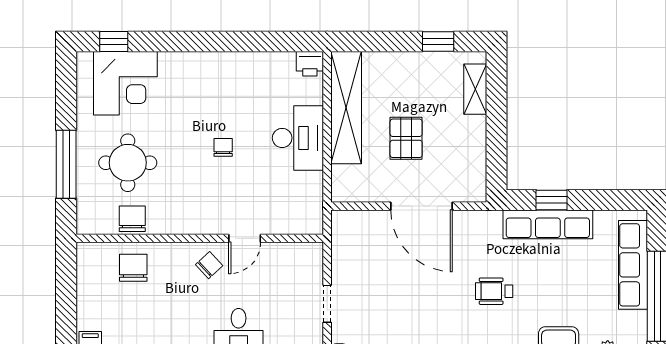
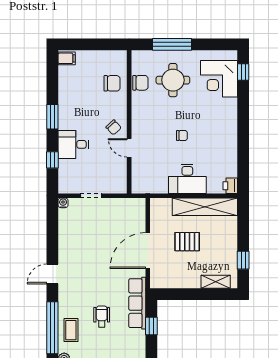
row of seats: (548, 224) -> (137, 303), moved
wheelchair: (494, 291) -> (102, 316), moved

